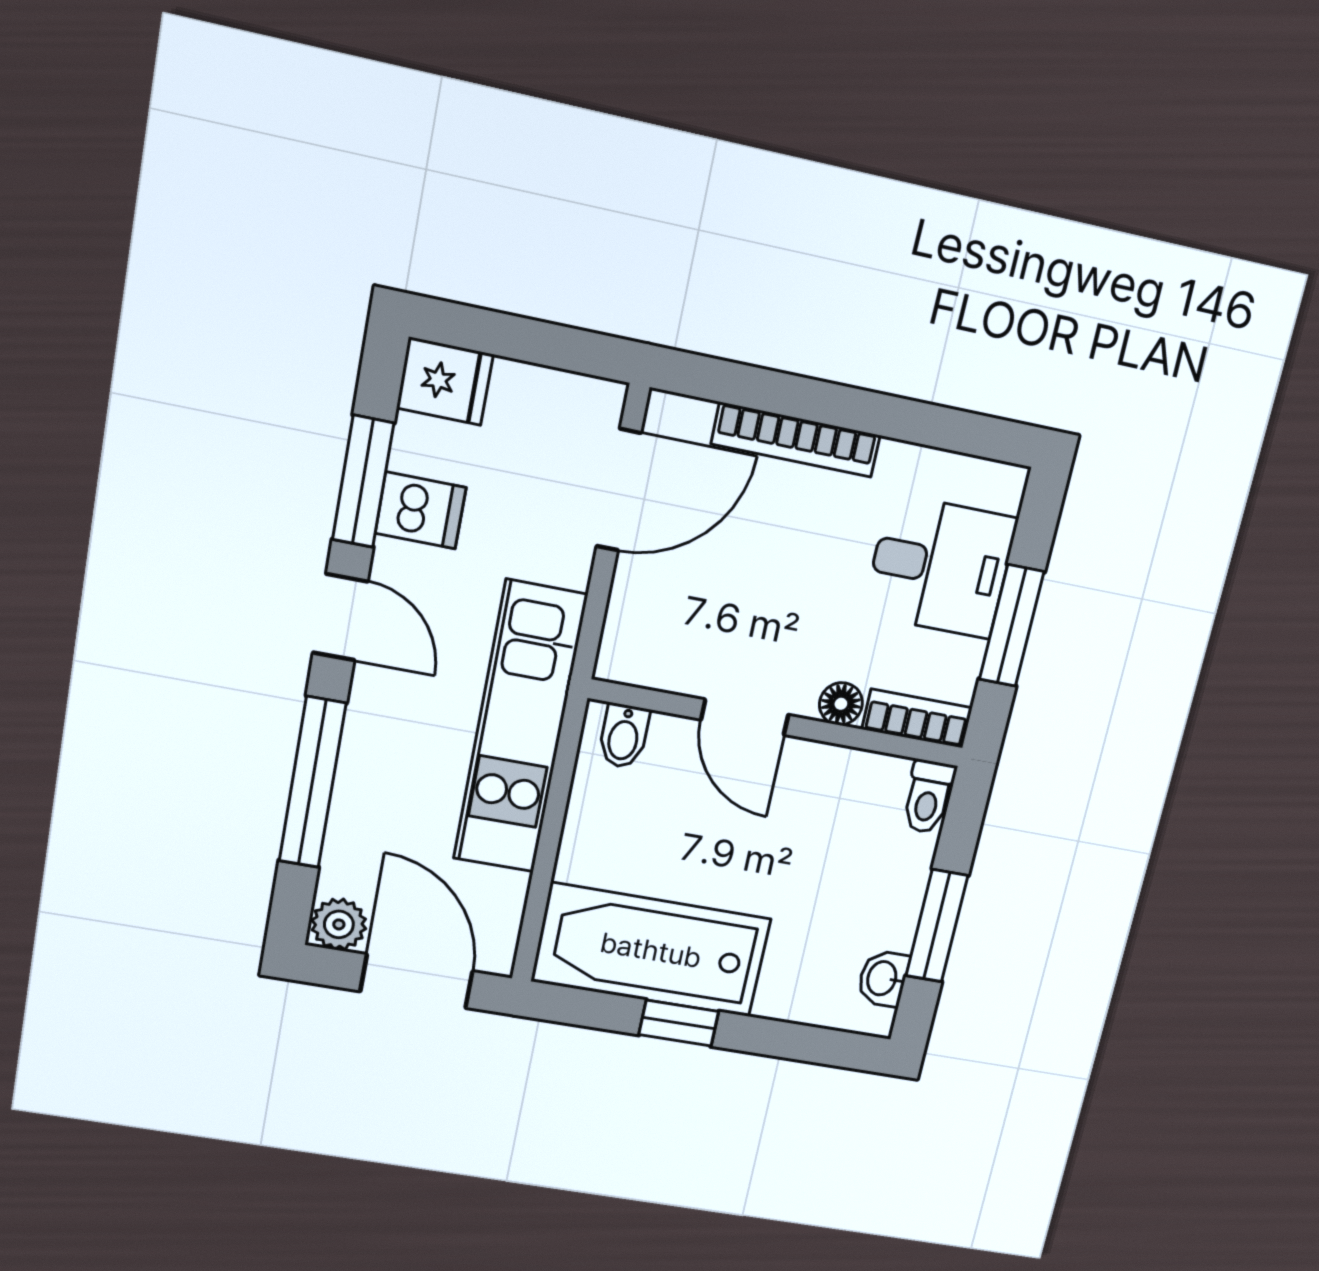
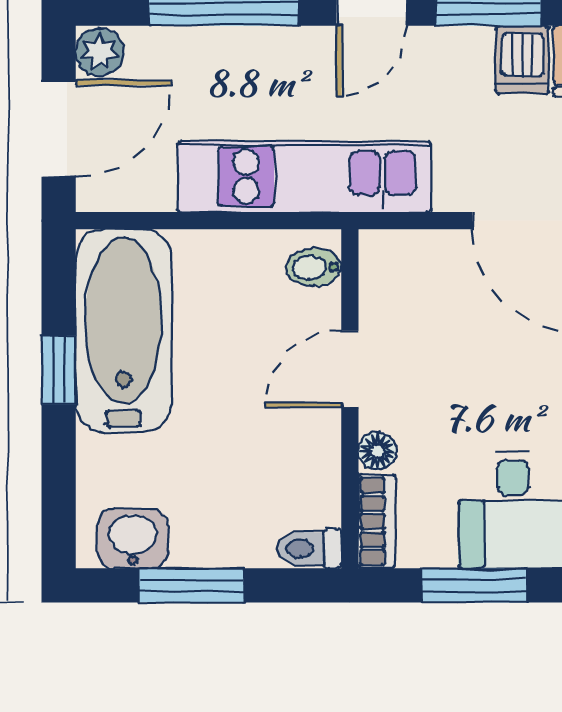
dishwasher: (421, 510) -> (523, 60), moved
washbasin: (883, 978) -> (133, 538), width x1.38, depth x1.45

